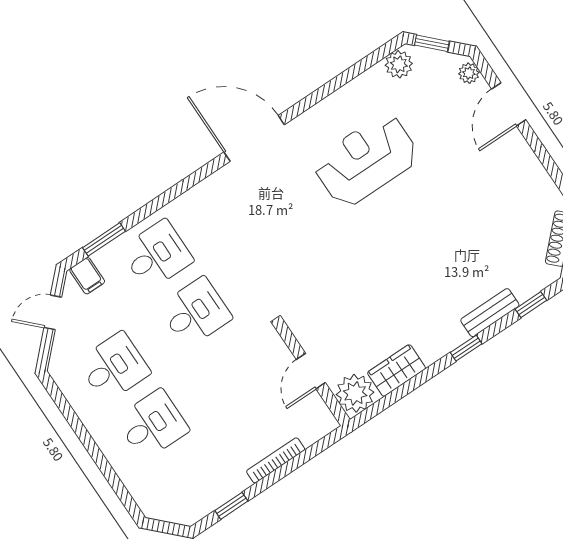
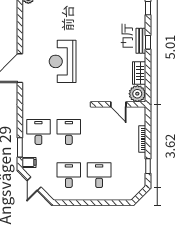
reception desk: (366, 160) -> (63, 61), moved
bench: (490, 313) -> (141, 41), moved

